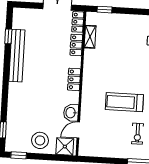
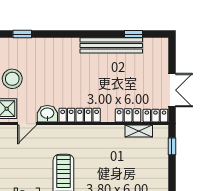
locker: (74, 79) -> (80, 115), width x1.53
door: (78, 130) -> (27, 124), swing flipped

